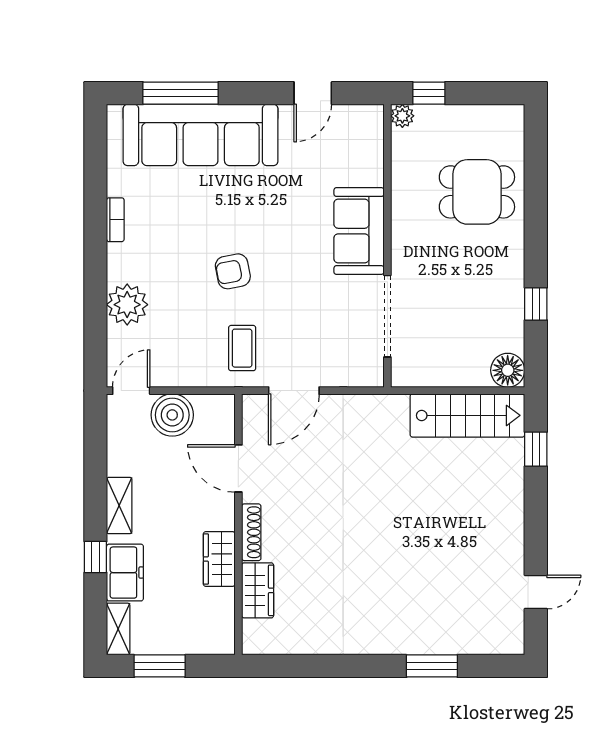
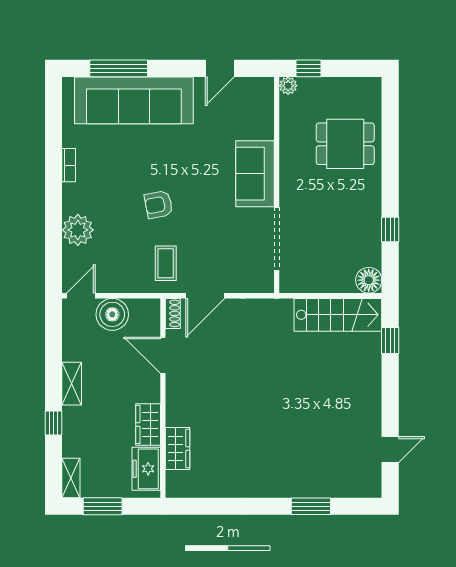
shoe rack: (251, 532) -> (173, 313), moved, width x0.70
freezer: (125, 573) -> (146, 469), moved, turned 180

